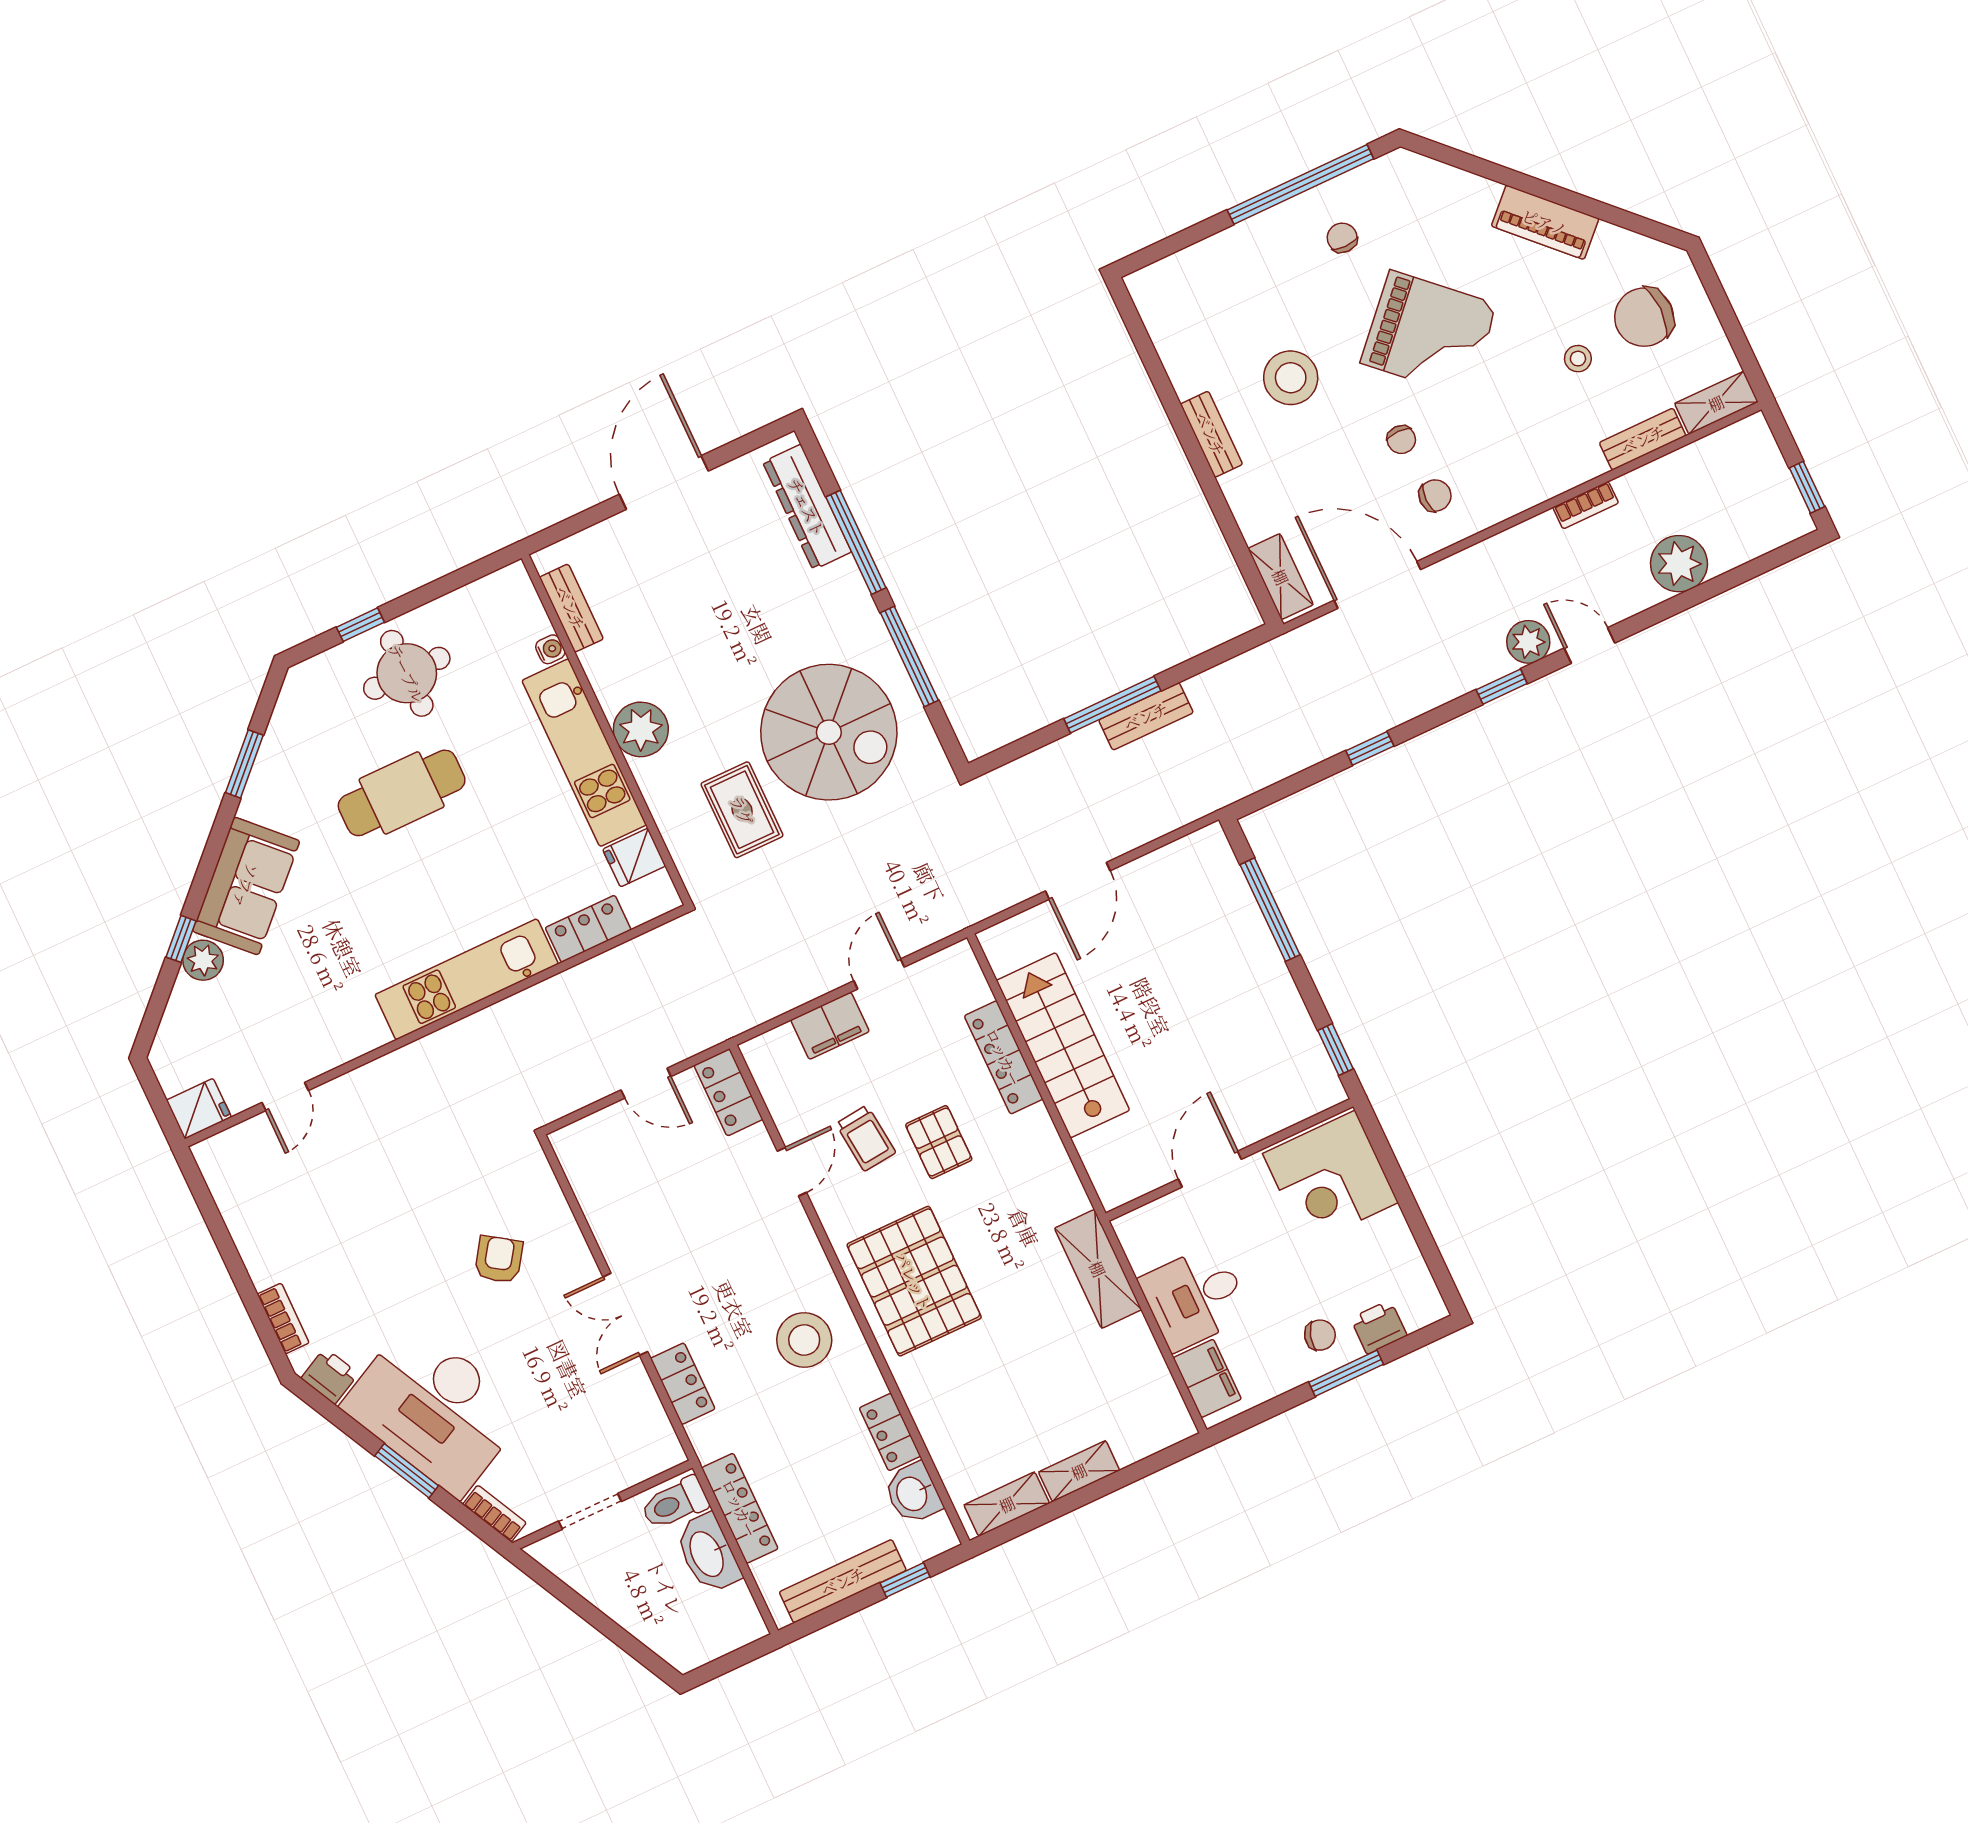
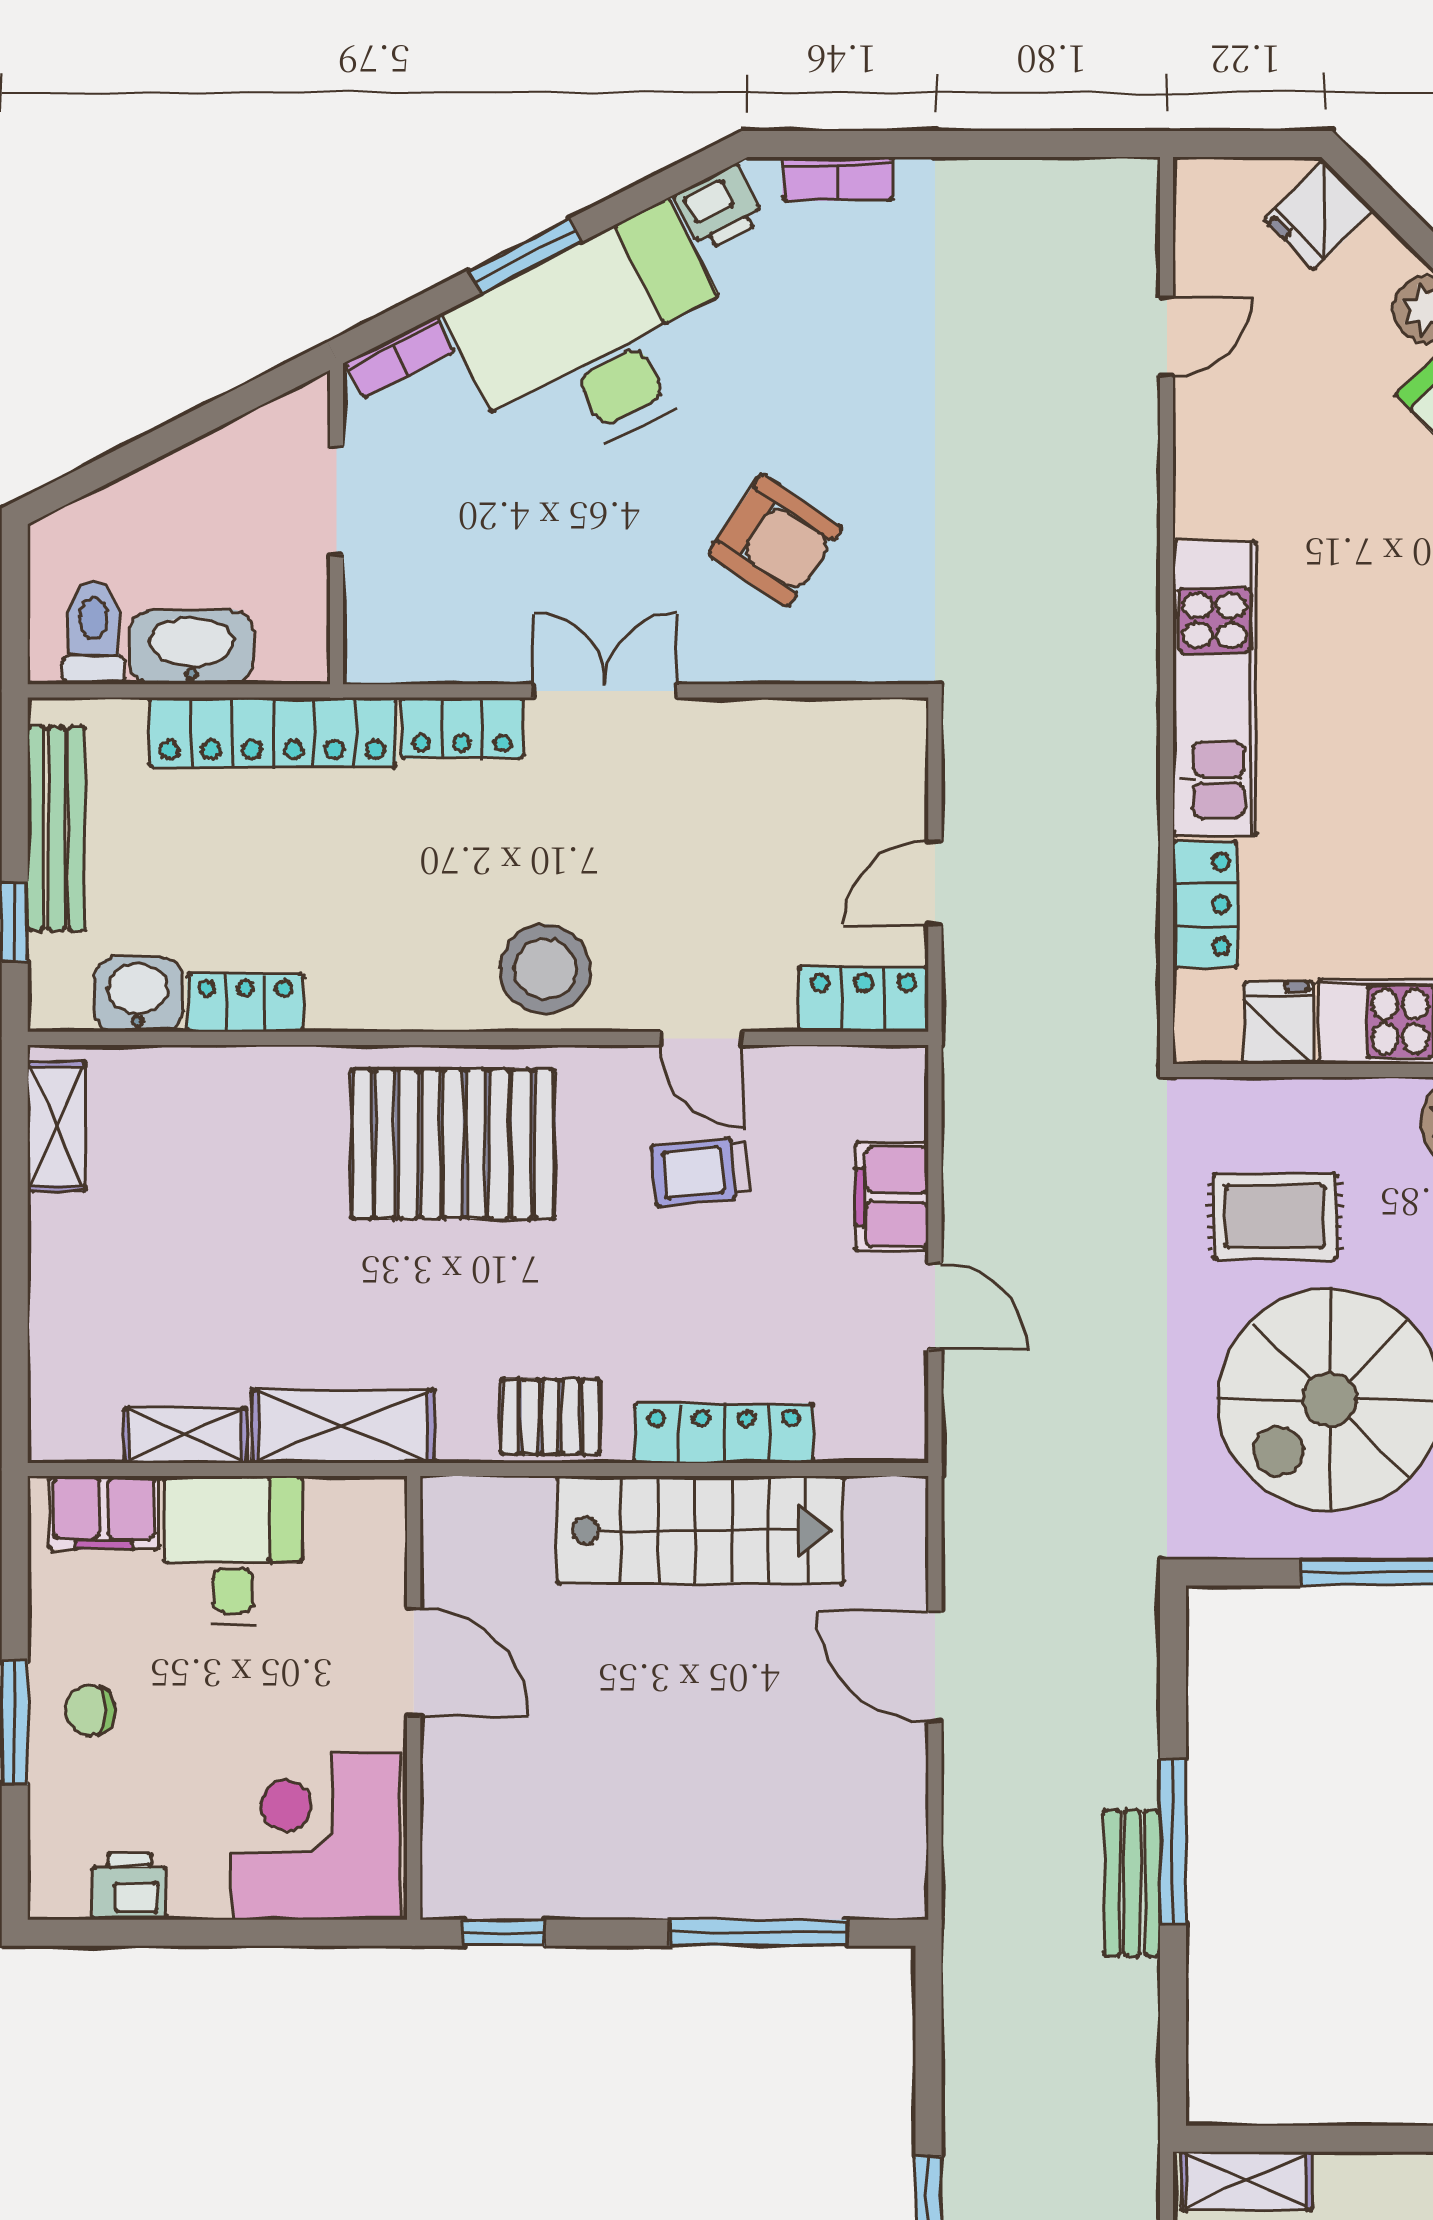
door: (285, 1097) -> (1167, 336), swing flipped
fridge: (199, 1109) -> (1319, 215), moved, turned 45
pallet: (939, 1142) -> (550, 1417), moved
armchair: (499, 1259) -> (775, 541), width x1.38, depth x1.38
printer: (1379, 1327) -> (129, 1887), moved, turned -90
chair: (1320, 1335) -> (90, 1711), turned 74
stool: (804, 1340) -> (545, 969), moved
shelving: (1079, 1471) -> (185, 1435), moved, turned 90
toilet: (675, 1503) -> (93, 633), moved
locker: (740, 1508) -> (273, 732), width x1.41, depth x1.21

